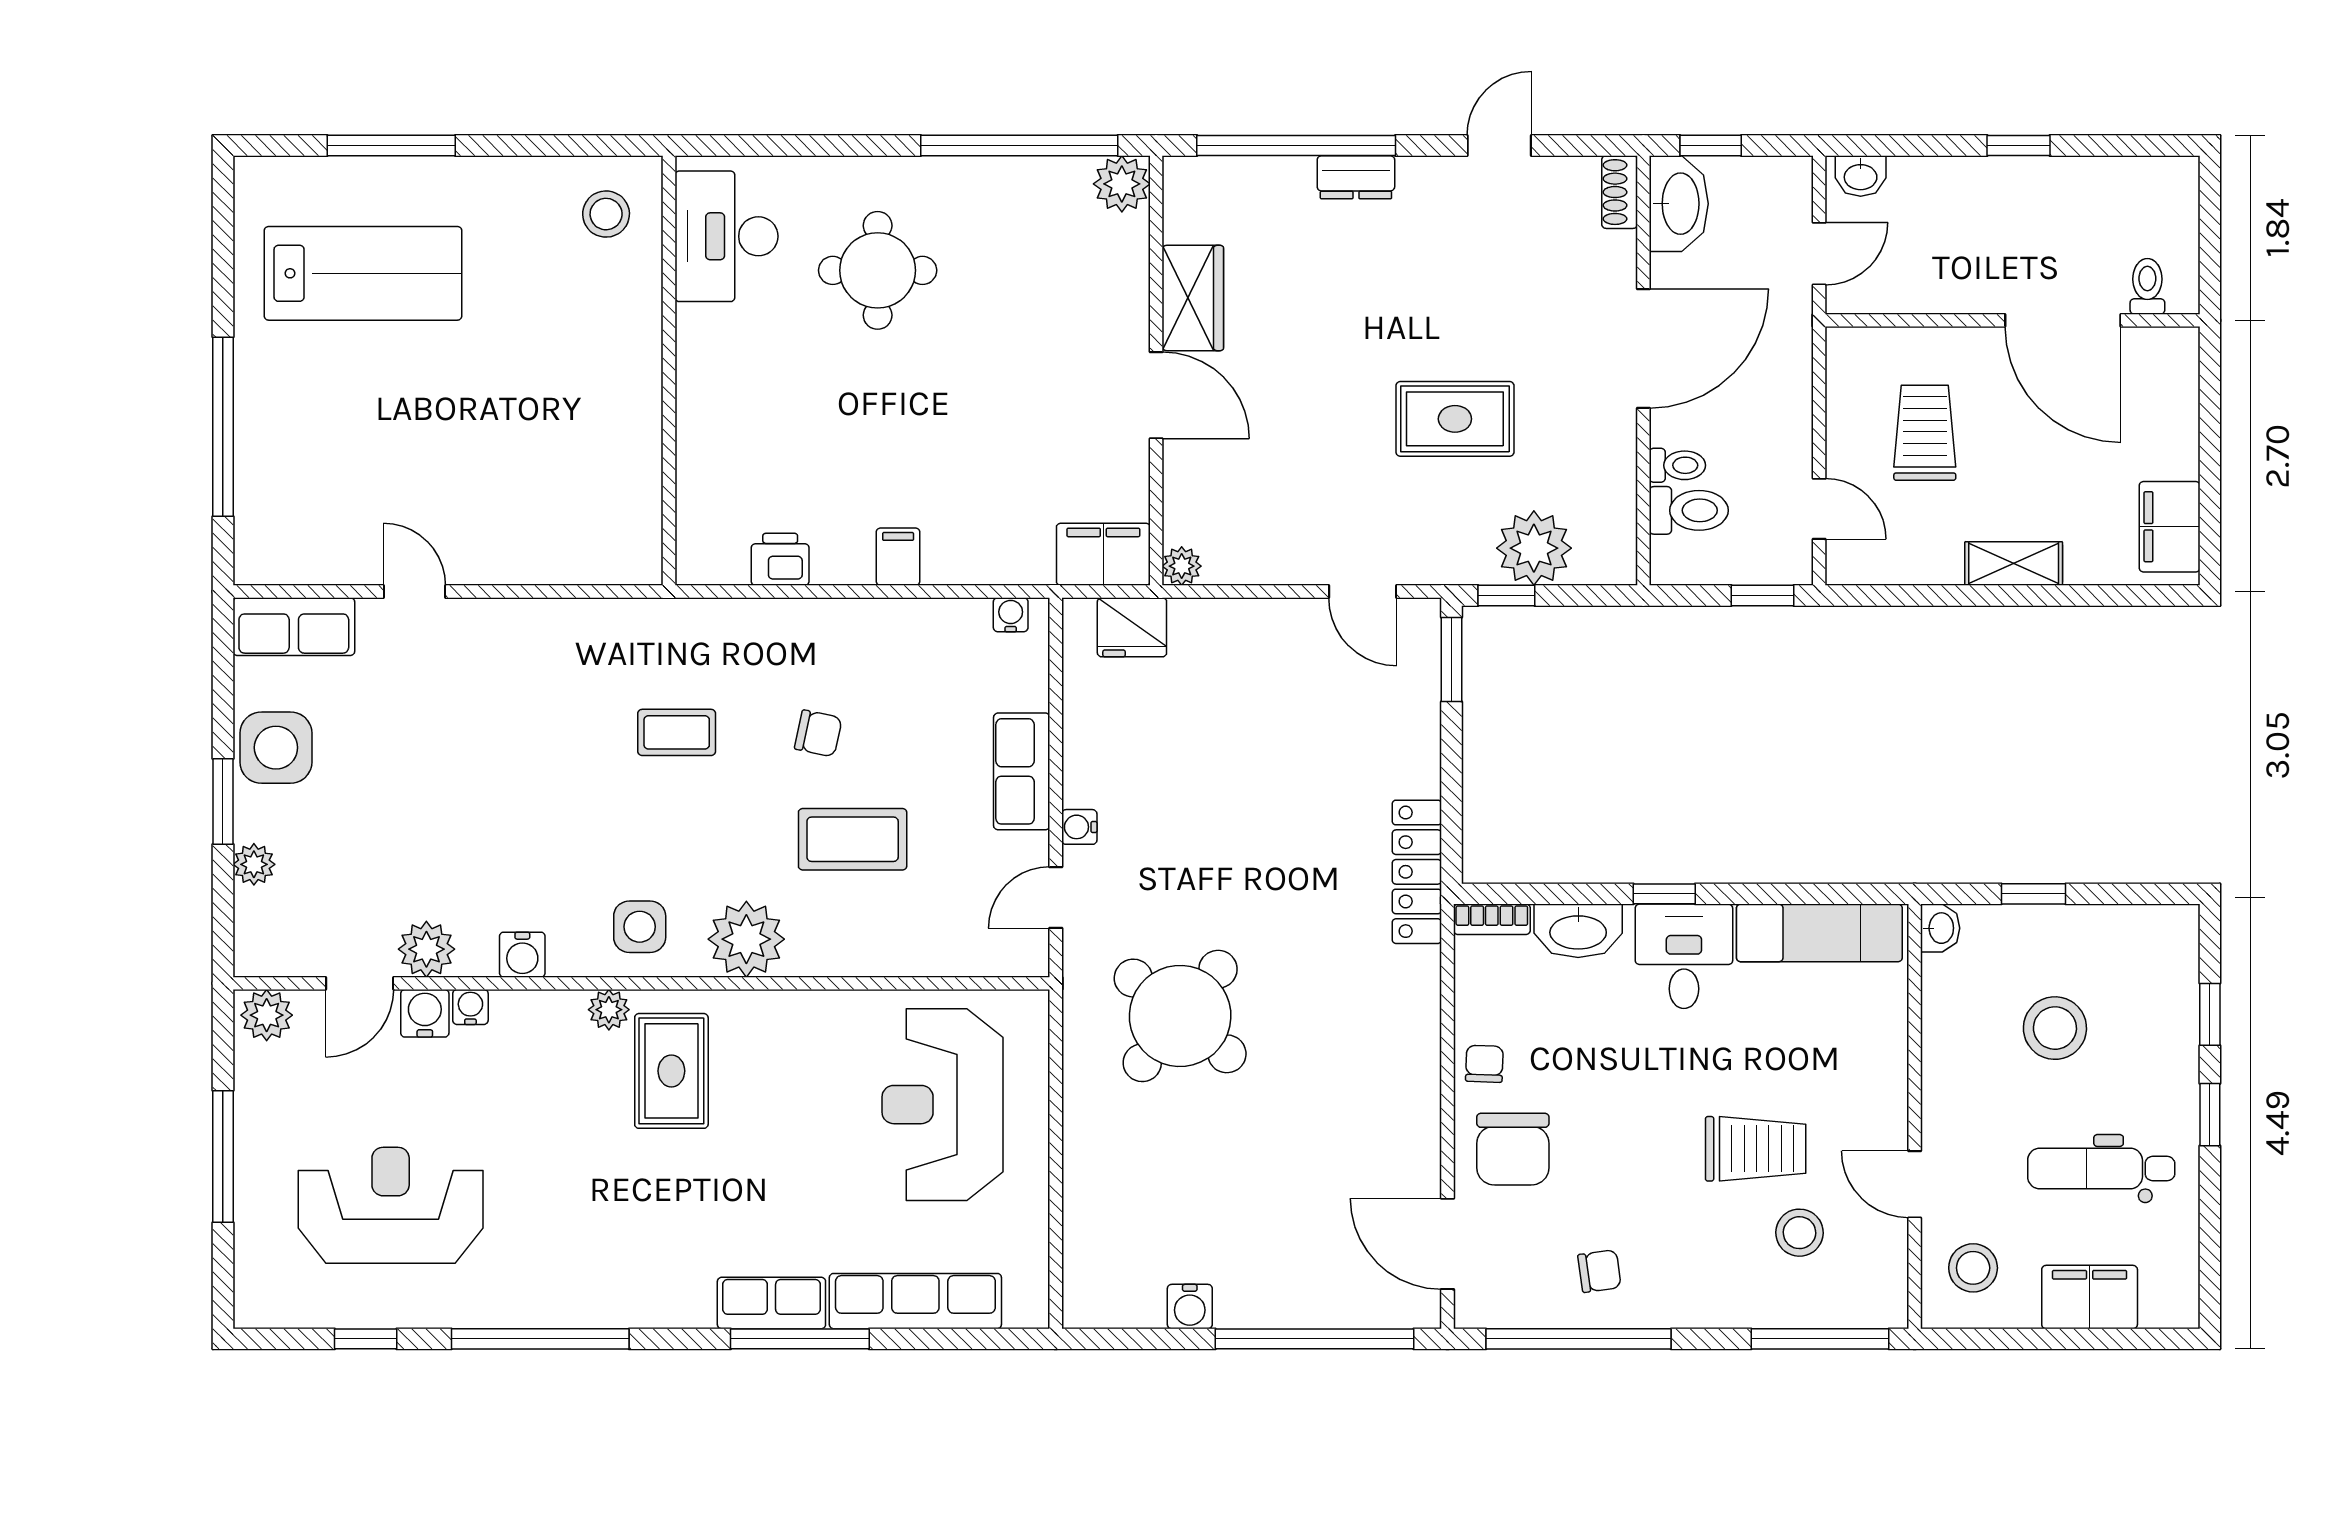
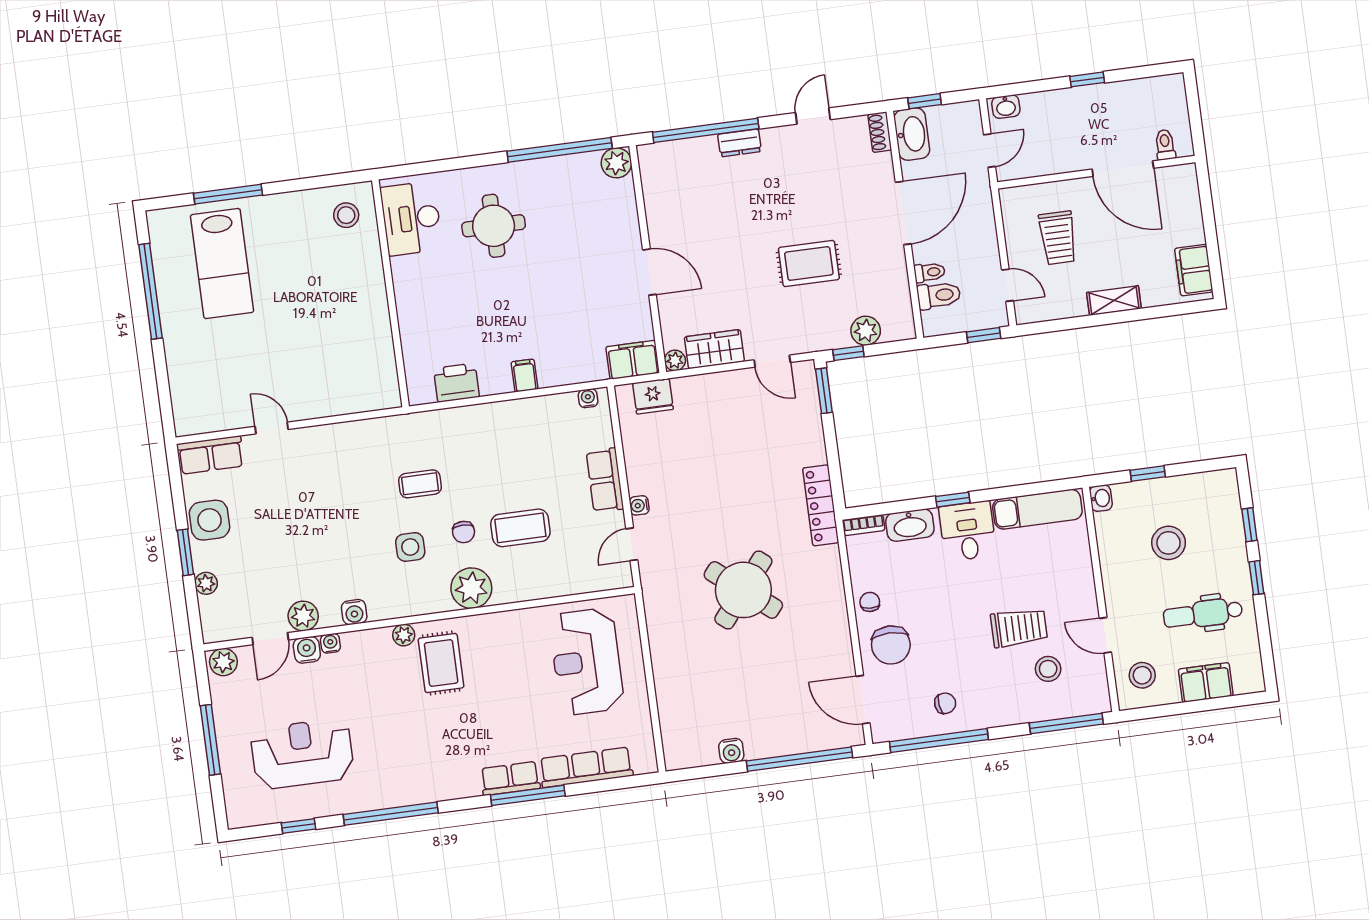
lab bench: (363, 273) -> (222, 264), turned 90
wardrobe: (1193, 298) -> (714, 349), moved, turned -90
window: (223, 427) -> (150, 291), moved
trolley: (1925, 433) -> (1058, 238), turned 180
plant: (1534, 548) -> (866, 331), width x0.73, depth x0.73
printer: (780, 559) -> (456, 383), width x1.36, depth x1.24
chair: (818, 733) -> (464, 532), moved, turned 78
side table: (640, 927) -> (410, 547), moved
round table: (1180, 1016) -> (743, 590), moved

